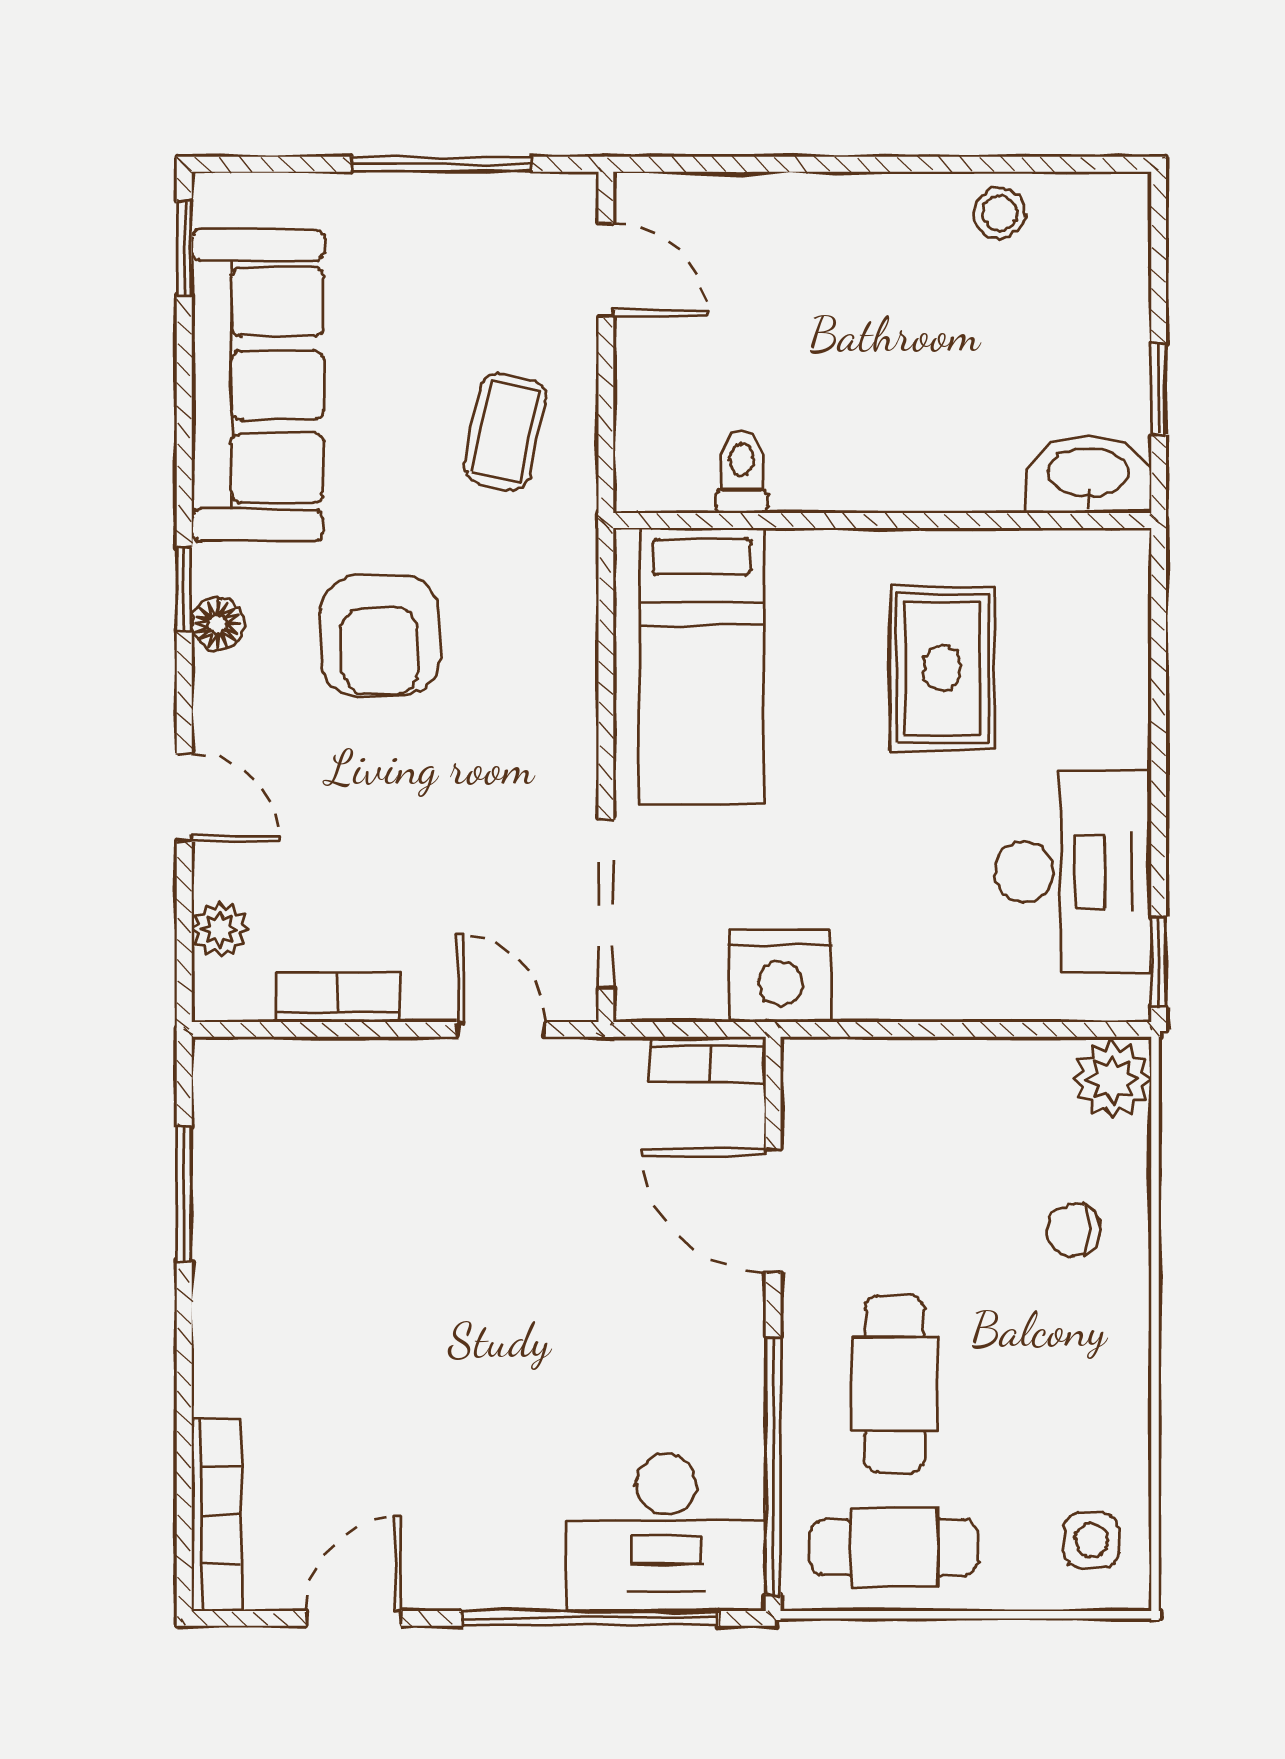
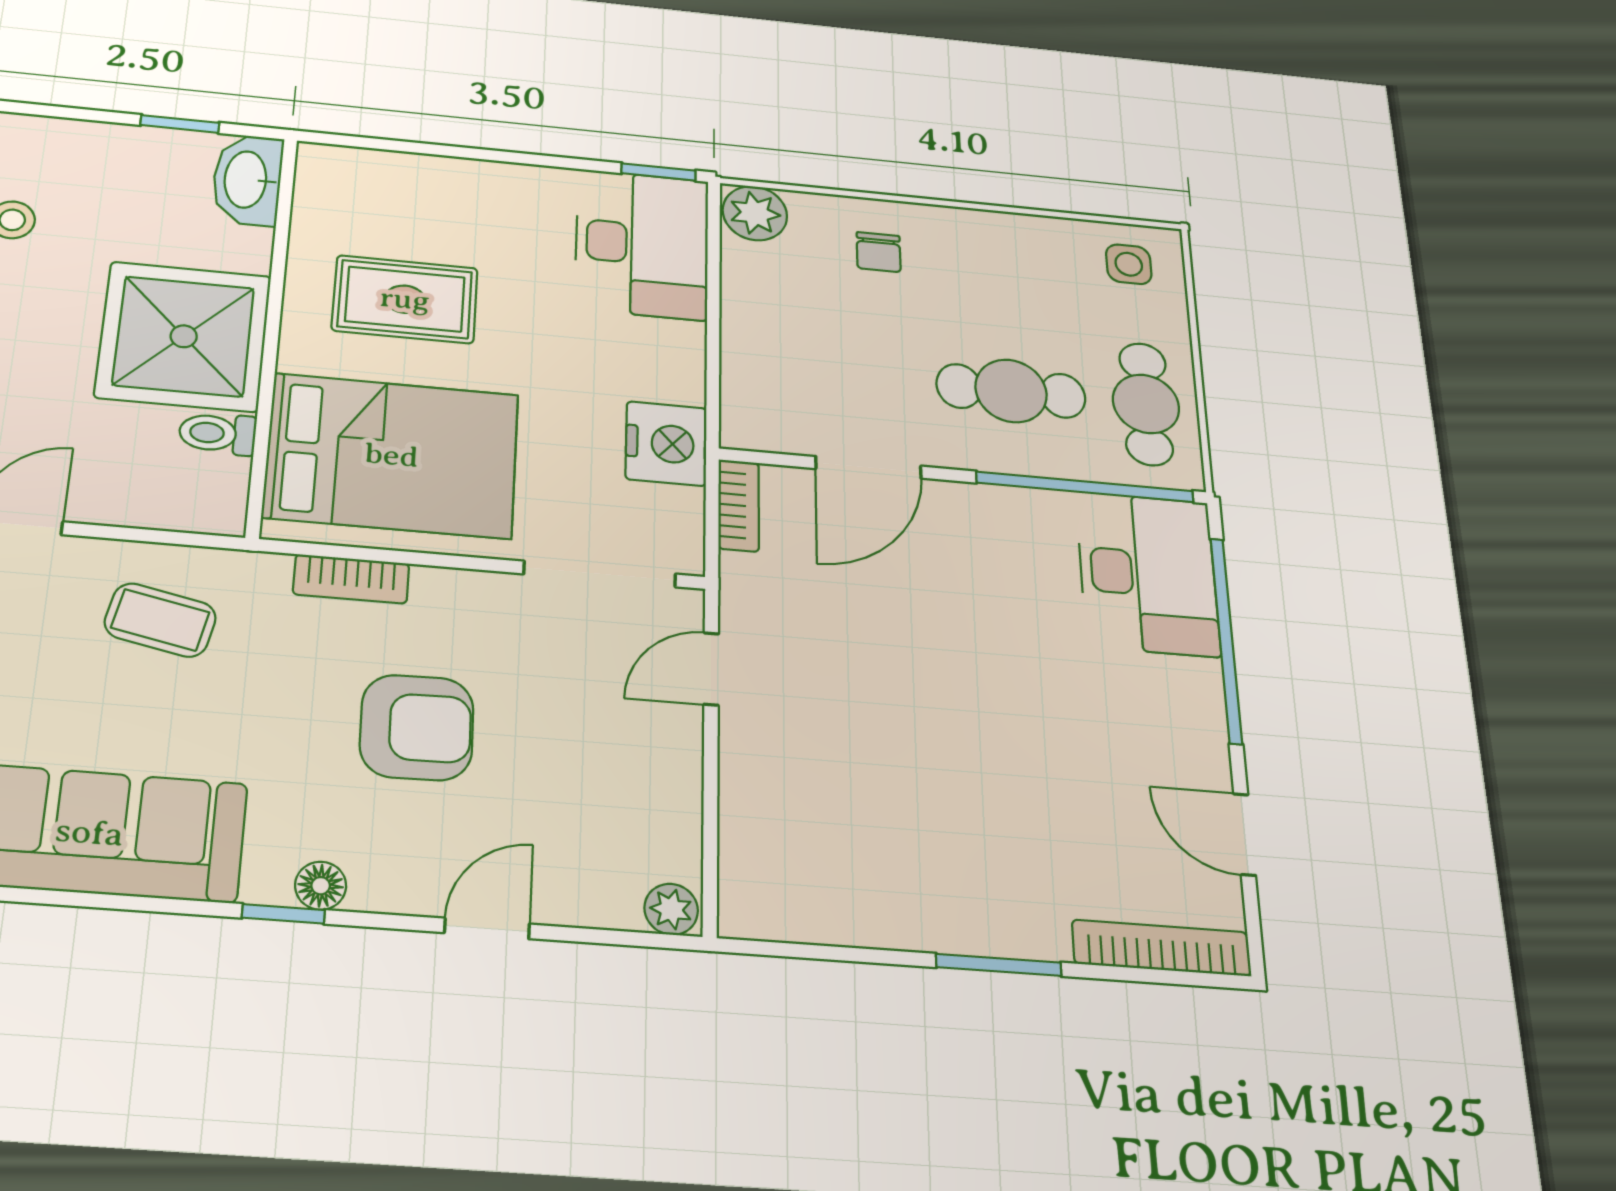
shower: (864, 422) -> (184, 336), added
armchair: (380, 636) -> (417, 727), moved
bed: (702, 666) -> (392, 455), width x1.50
desk: (1073, 872) -> (642, 244), moved, turned 90
plant: (220, 929) -> (671, 909), moved
bookcase: (338, 997) -> (351, 579), moved, turned -90
window: (184, 1194) -> (999, 965), moved

